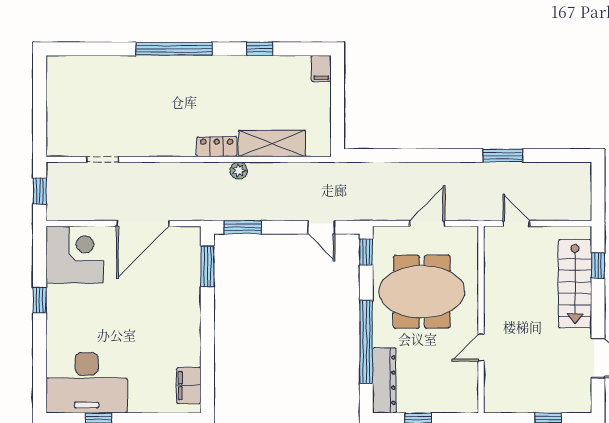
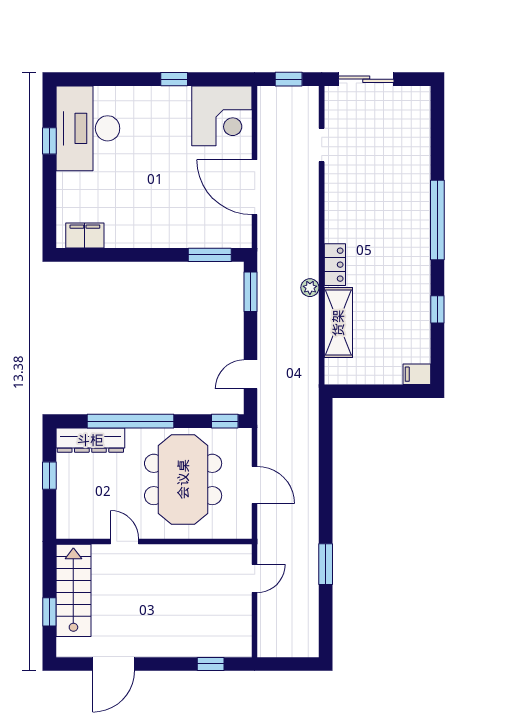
sliding door: (40, 117) -> (366, 79), added
stairs: (575, 284) -> (73, 590), moved, turned 90

